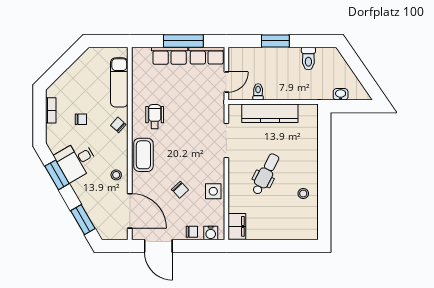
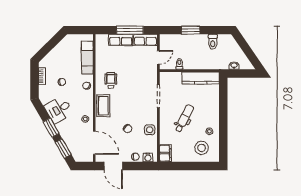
kitchen counter: (270, 113) -> (201, 78), moved
window: (57, 175) -> (51, 128), moved
stool: (292, 219) -> (202, 148), added

